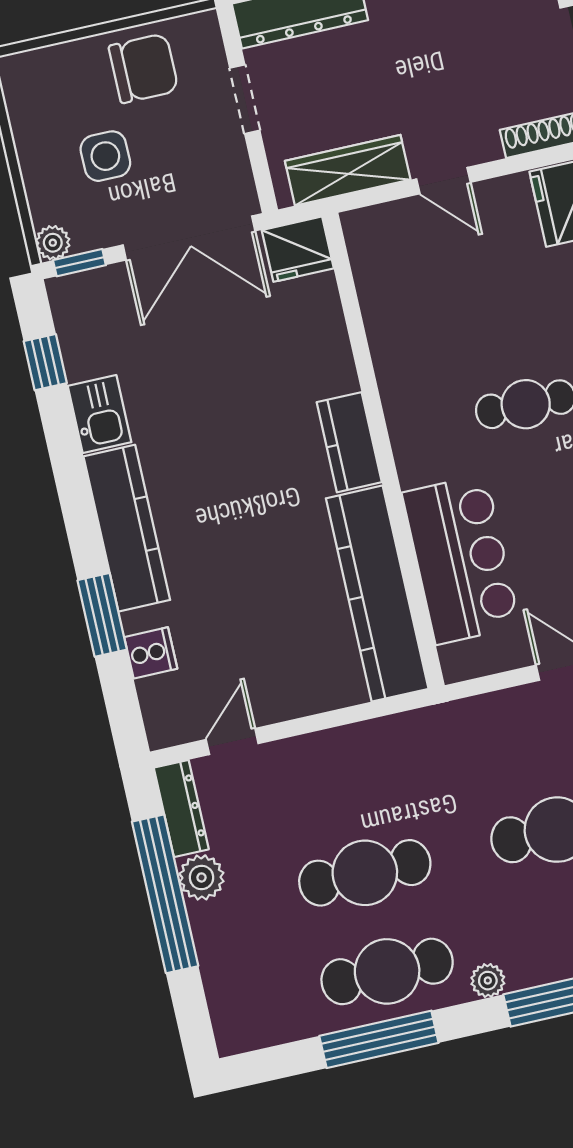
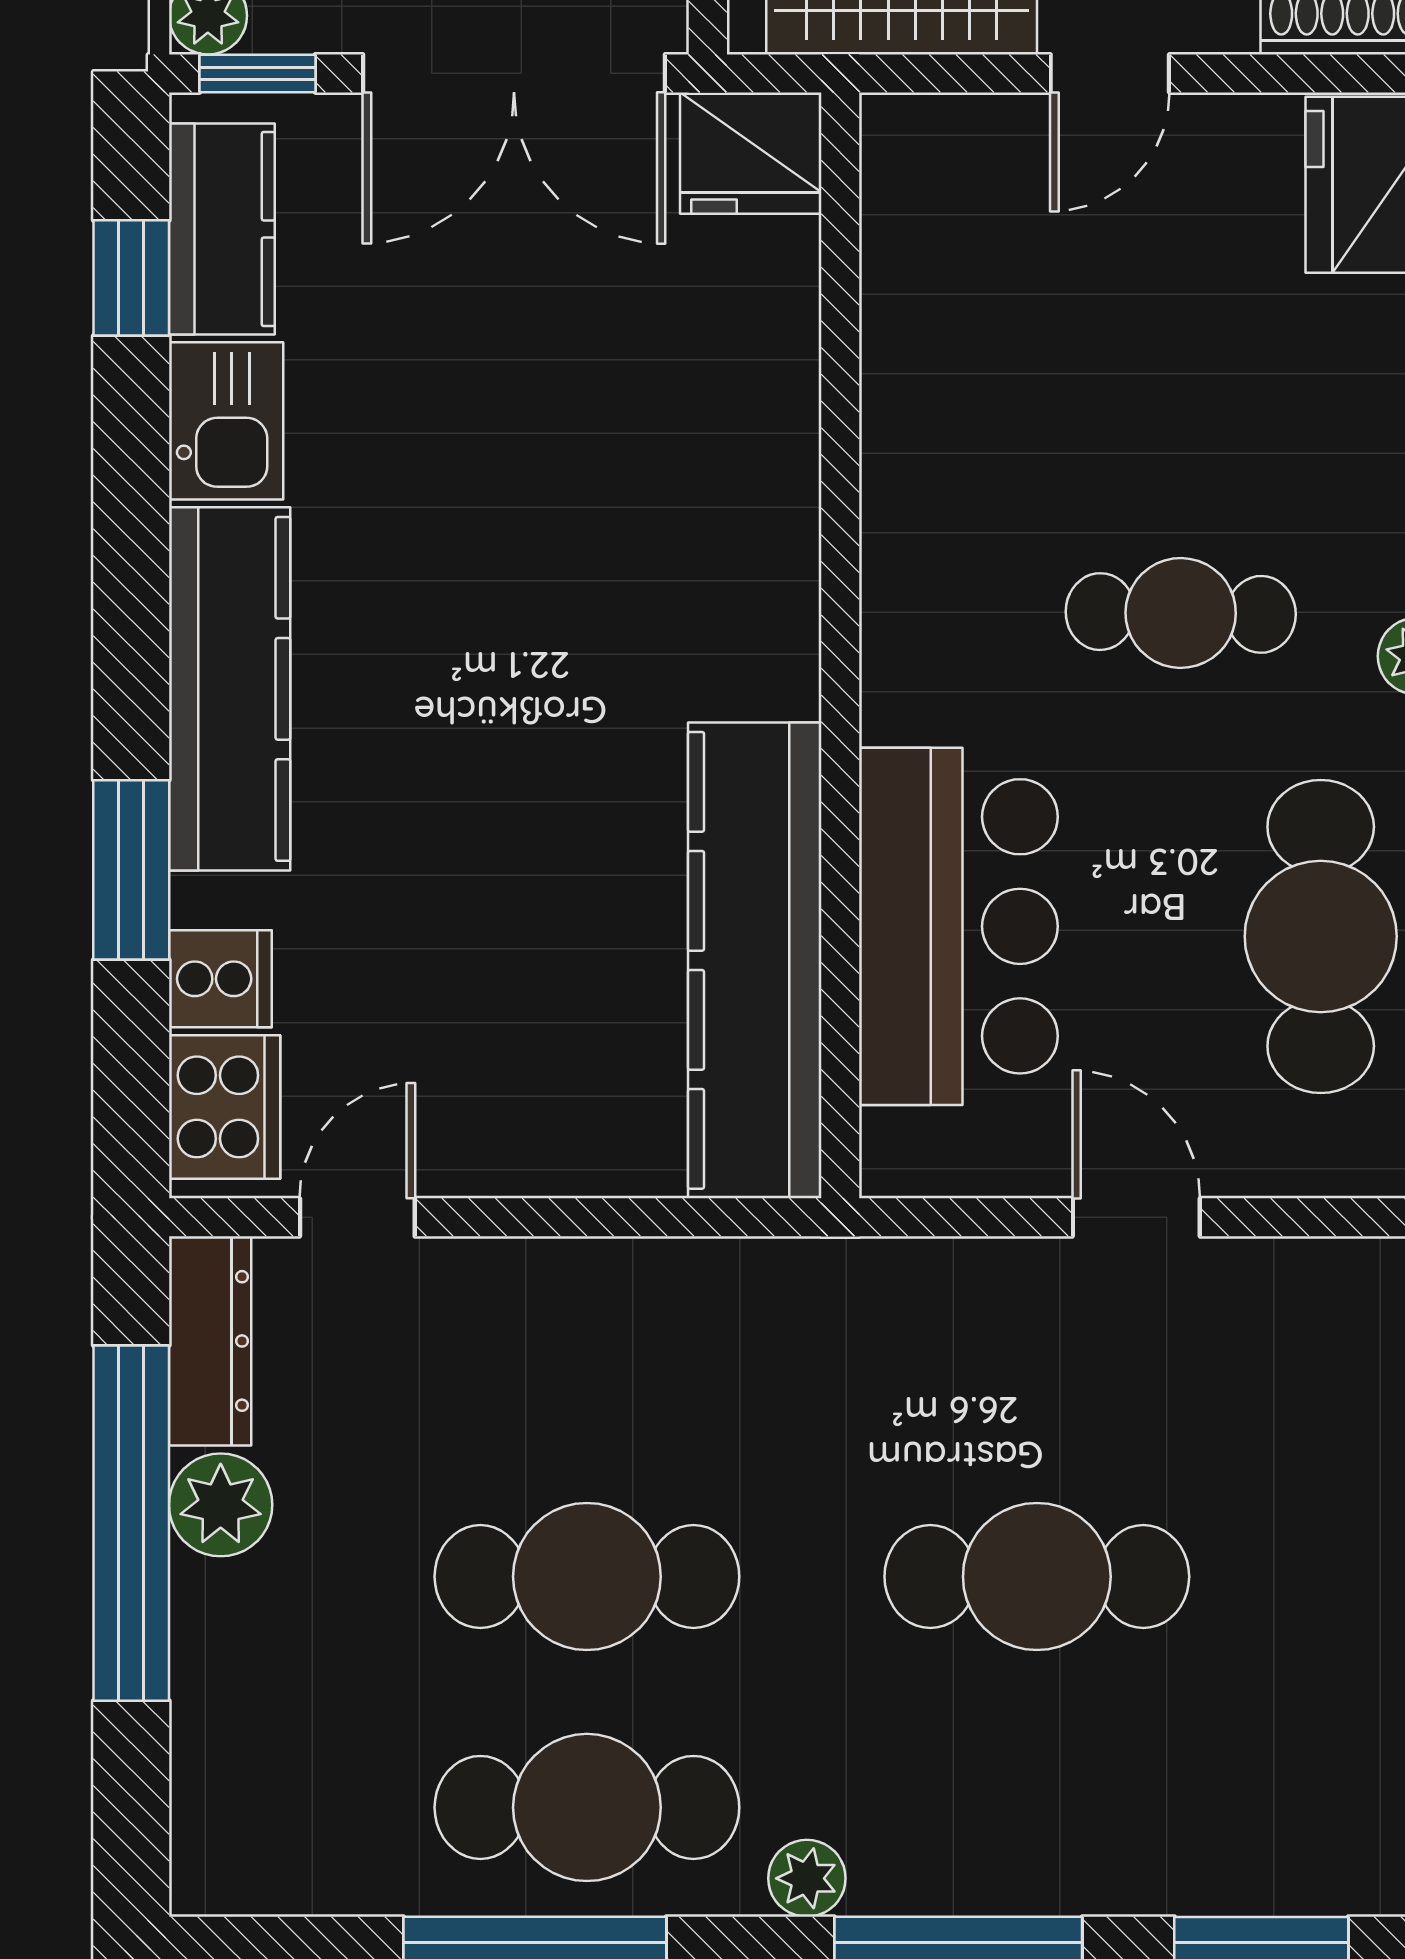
door: (443, 181) -> (1110, 73), hinge flipped
kitchen counter: (349, 442) -> (222, 229), moved, turned 180
cooker: (165, 707) -> (225, 1107), added

